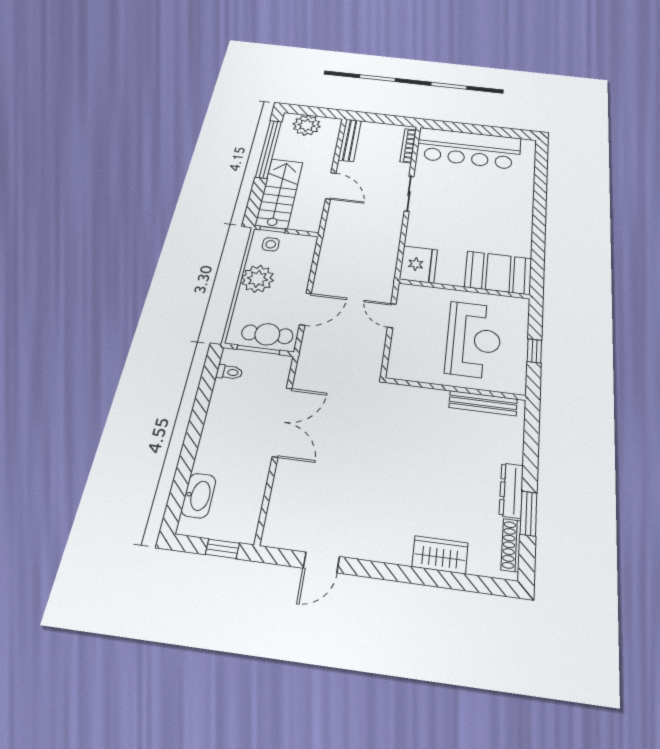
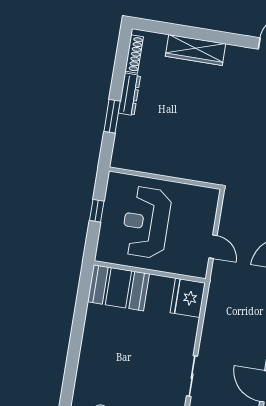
bench: (483, 403) -> (144, 165), removed
window: (529, 514) -> (112, 116), moved
wardrobe: (440, 555) -> (195, 50), width x1.50

